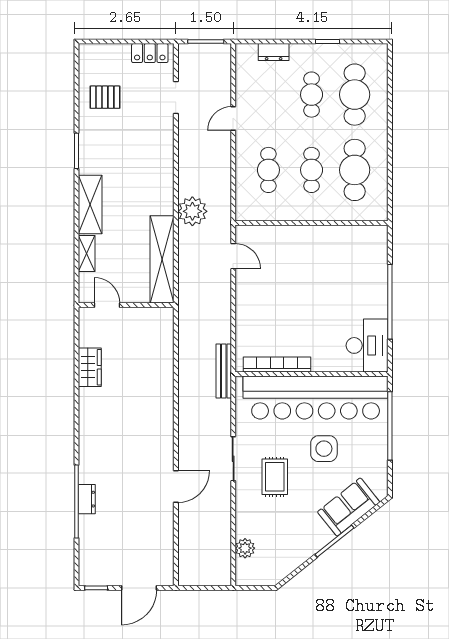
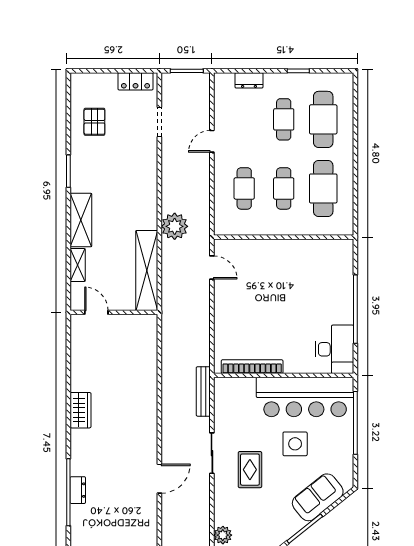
pallet: (105, 97) -> (94, 122), turned 90
wardrobe: (90, 367) -> (80, 410), moved
bench: (224, 371) -> (203, 391), moved
bar counter: (316, 397) -> (305, 397), width x0.73

